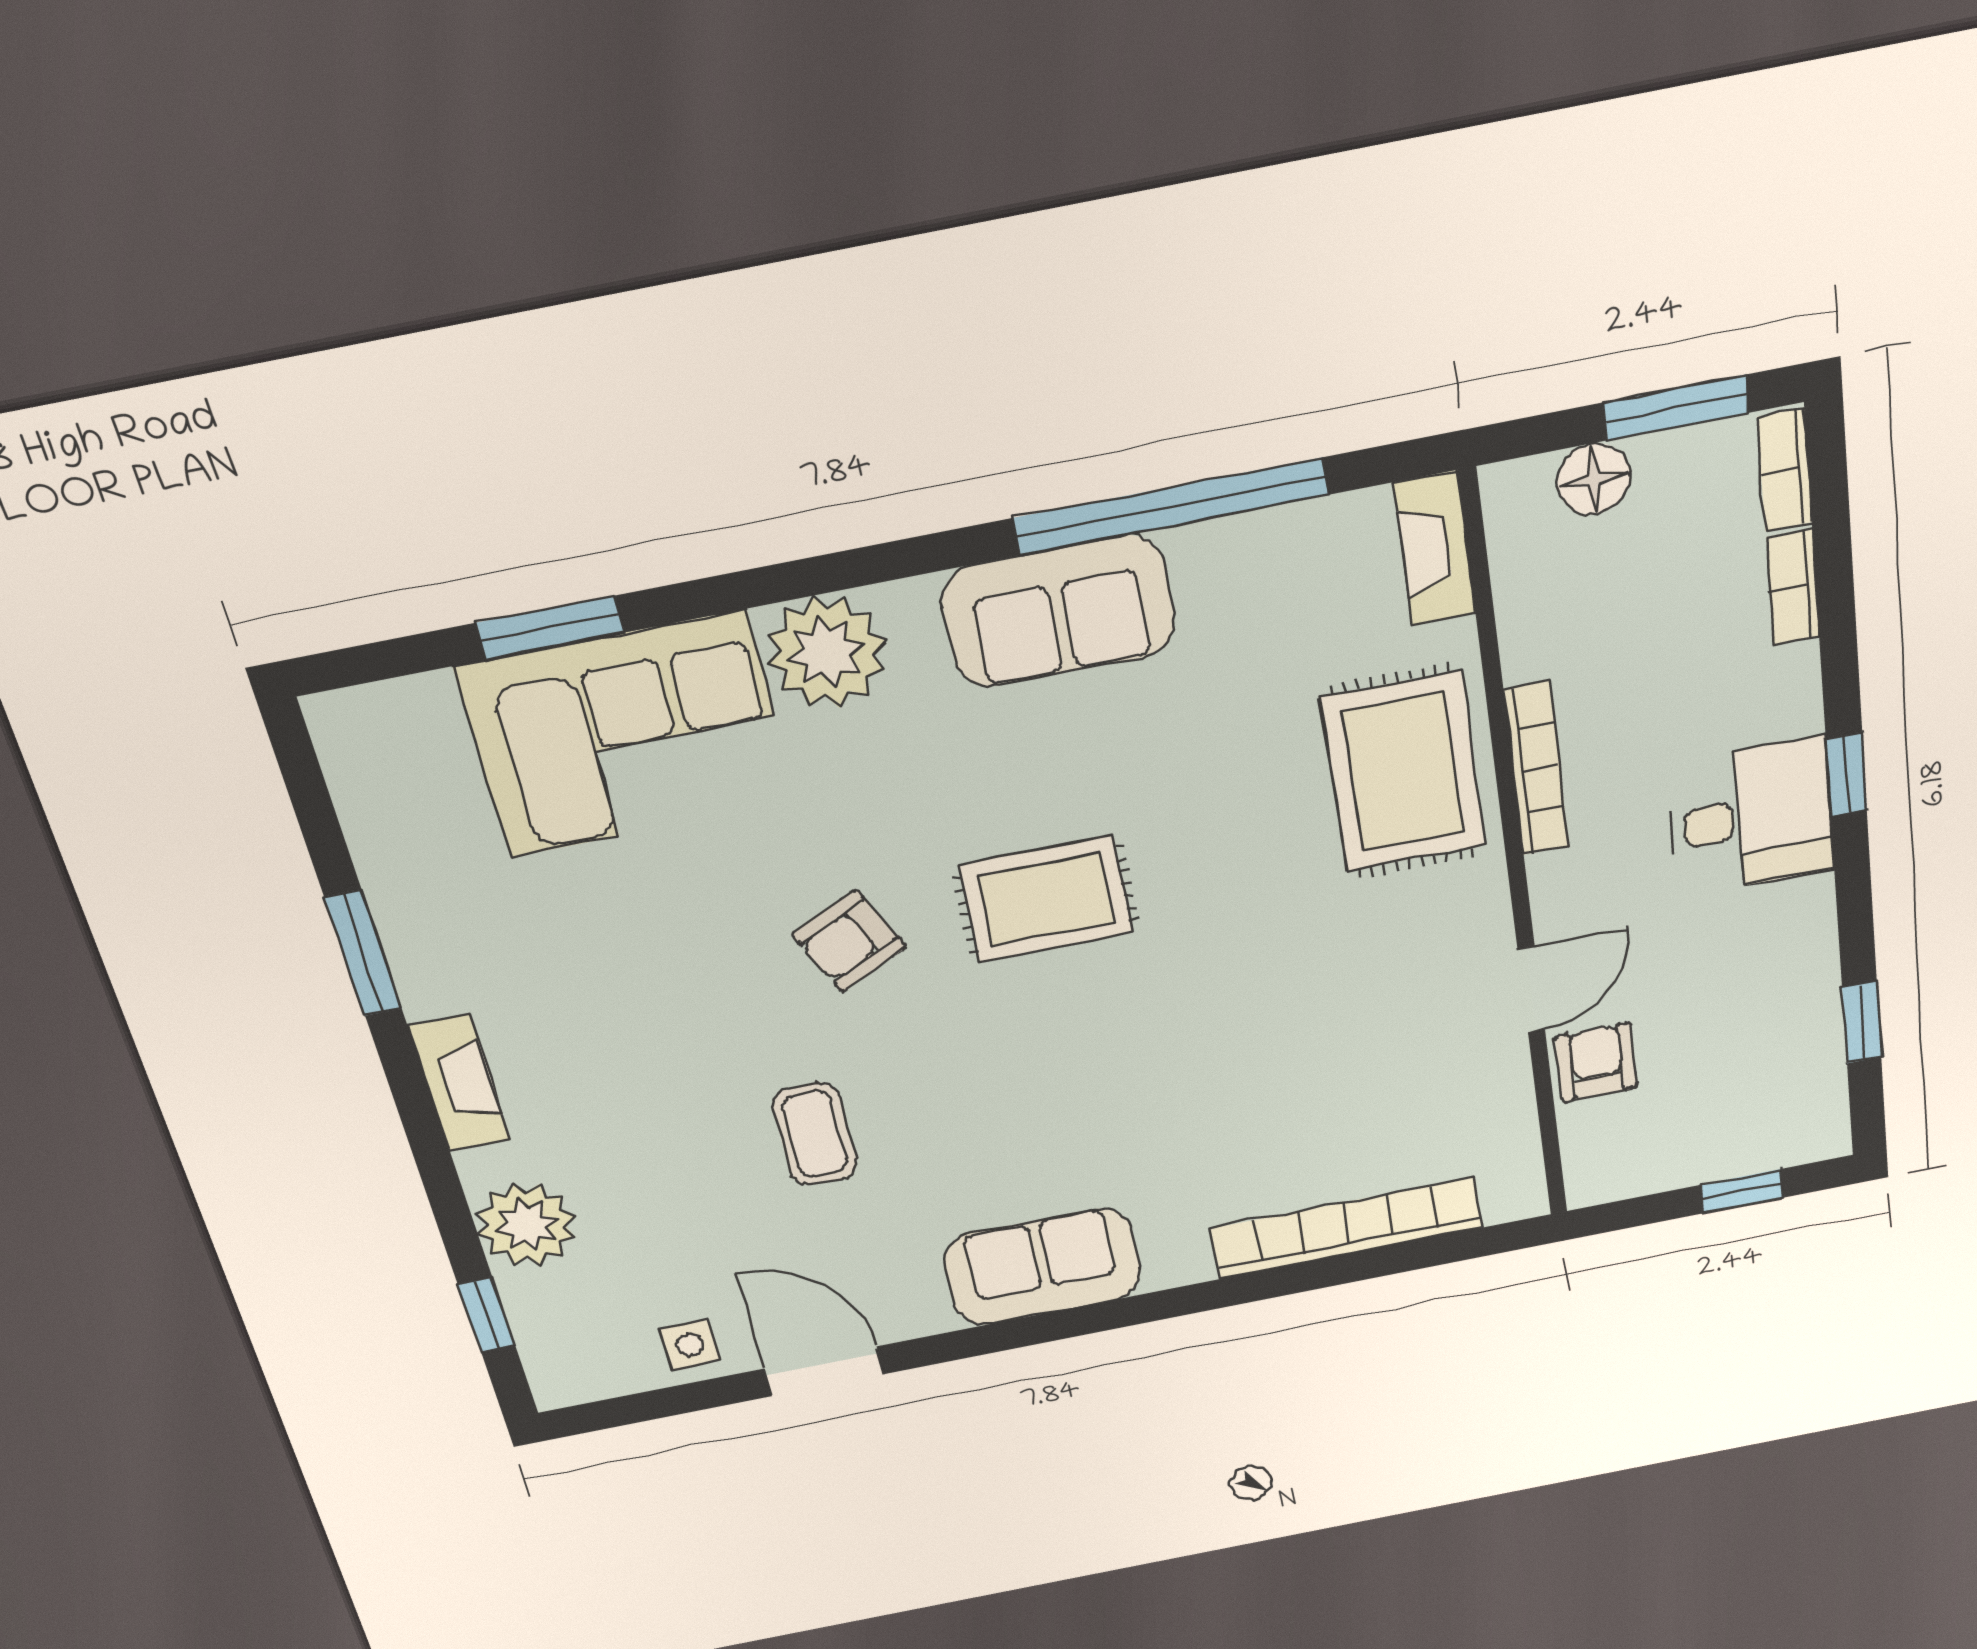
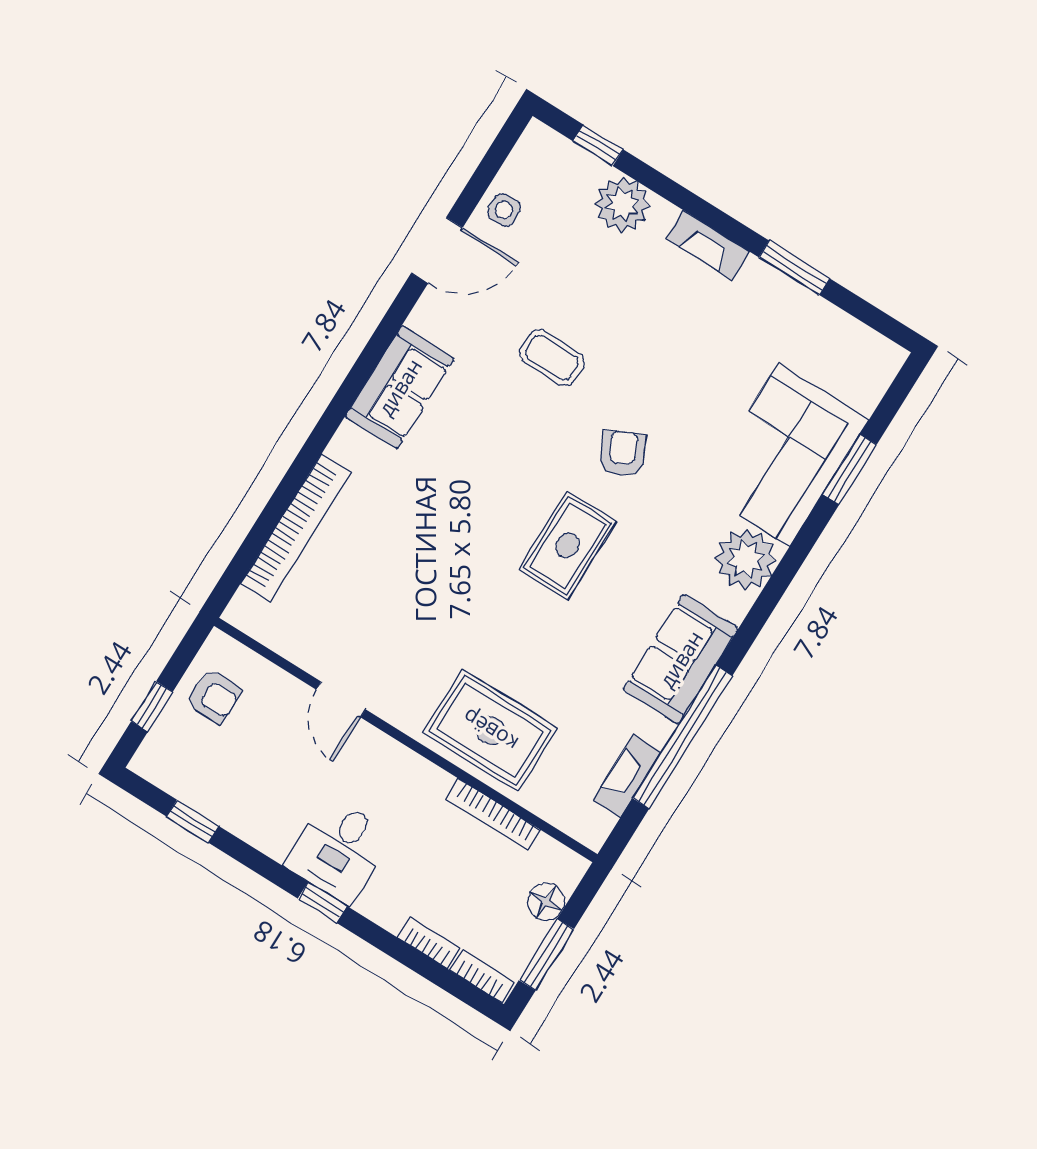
fireplace: (1435, 549) -> (627, 776), moved, turned -90
bookcase: (1536, 769) -> (493, 815), moved
armchair: (1596, 1062) -> (214, 696), moved

